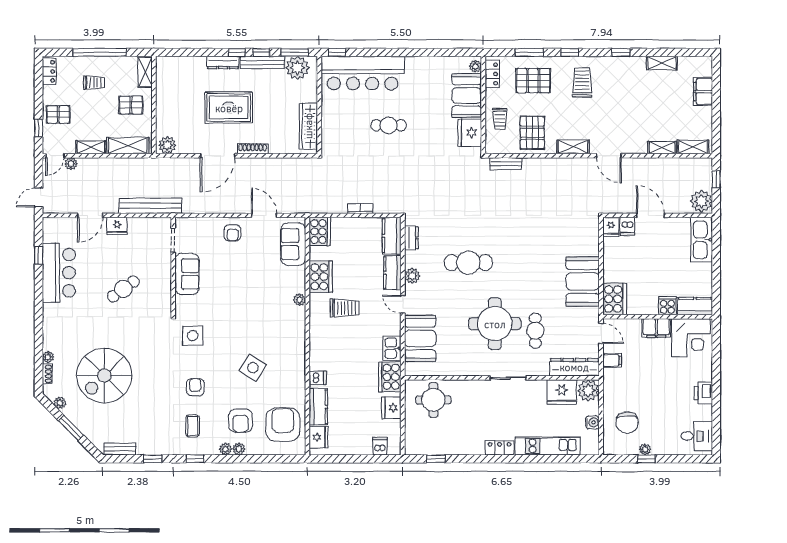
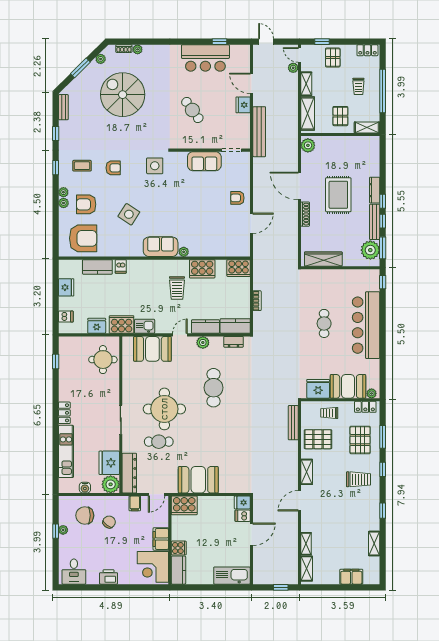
bar counter: (363, 73) -> (366, 325), moved
bench: (506, 164) -> (293, 423), width x1.36
plant: (701, 201) -> (263, 575), removed
sofa: (293, 244) -> (161, 247), moved
chair: (635, 392) -> (109, 522), added
fridge: (318, 437) -> (66, 287), moved, turned -90

